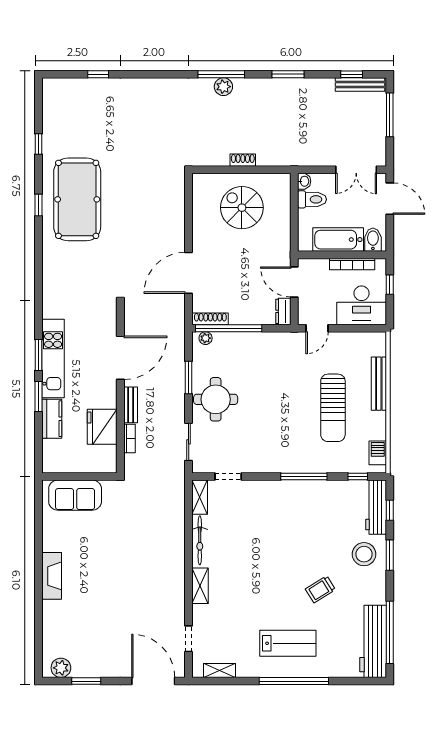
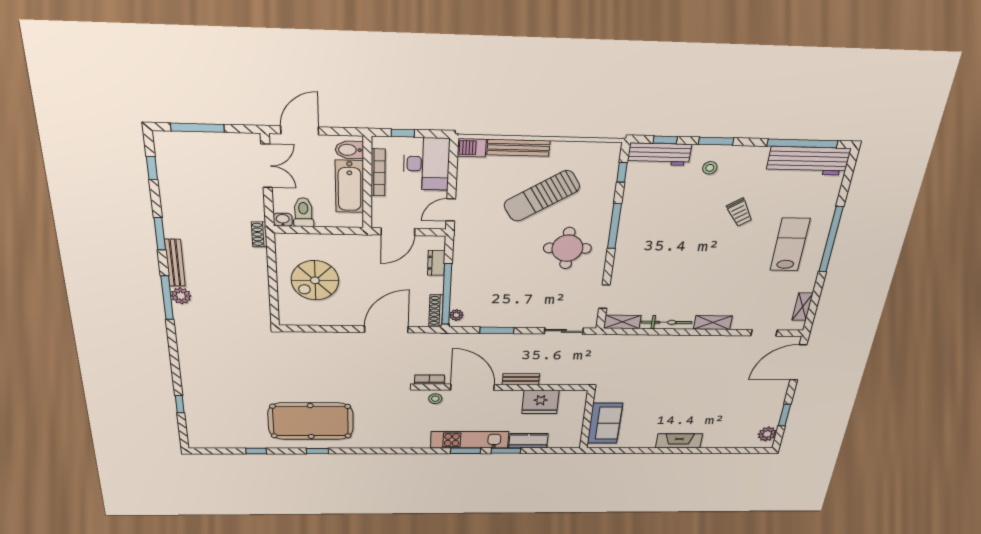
bench: (360, 85) -> (175, 263), moved
shoe rack: (243, 160) -> (259, 234), moved
door: (189, 273) -> (386, 329), swing flipped
dresser: (283, 311) -> (436, 263), moved, turned 90
stool: (106, 322) -> (435, 399), added
door: (317, 328) -> (451, 210), swing flipped
round table: (216, 399) -> (567, 248), moved
sun lounger: (333, 408) -> (542, 196), turned 148
bookcase: (129, 439) -> (430, 380), moved
barbecue: (378, 453) -> (472, 148), moved
stool: (364, 554) -> (710, 168), width x0.53, depth x0.53

